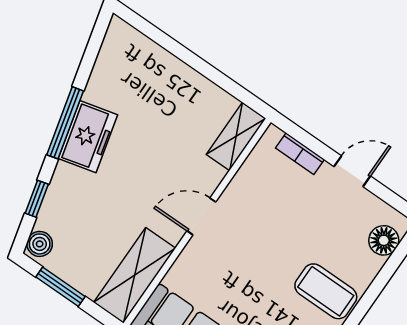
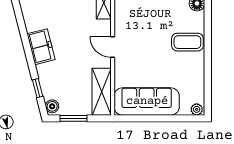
window: (65, 123) -> (27, 47), removed
door: (201, 216) -> (113, 47), hinge flipped

